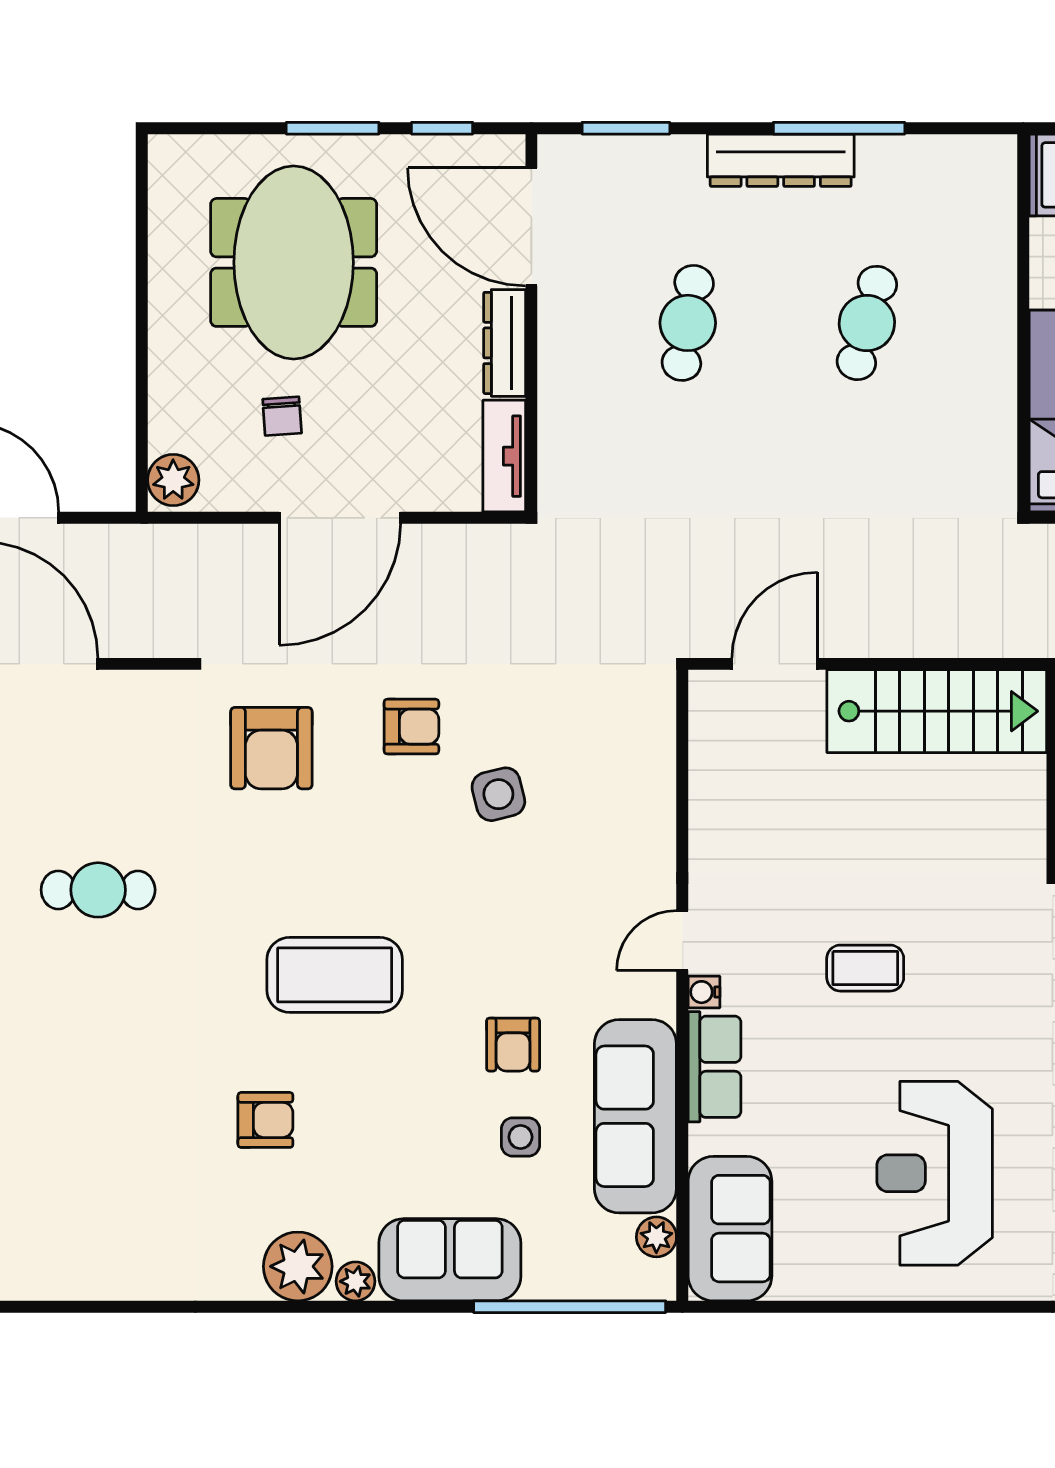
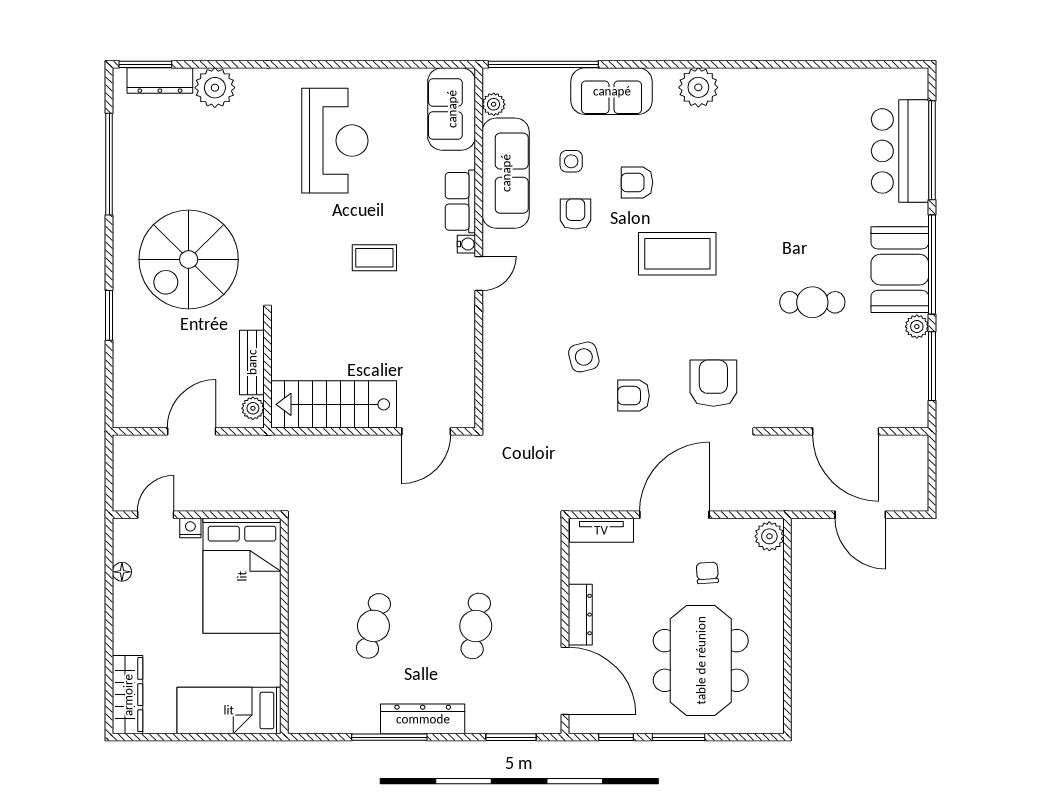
tv unit: (504, 456) -> (601, 530), moved, turned 90
armchair: (265, 1120) -> (637, 182), moved
plant: (356, 1281) -> (665, 79), removed

